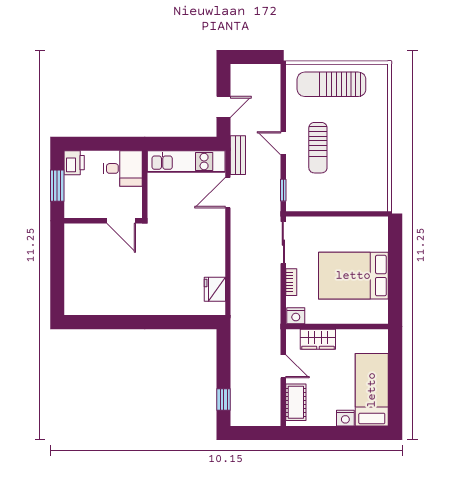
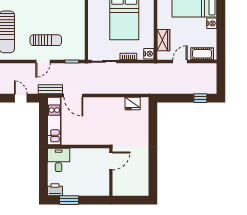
wall: (103, 221) -> (111, 172), moved
door: (121, 221) -> (111, 161), moved

